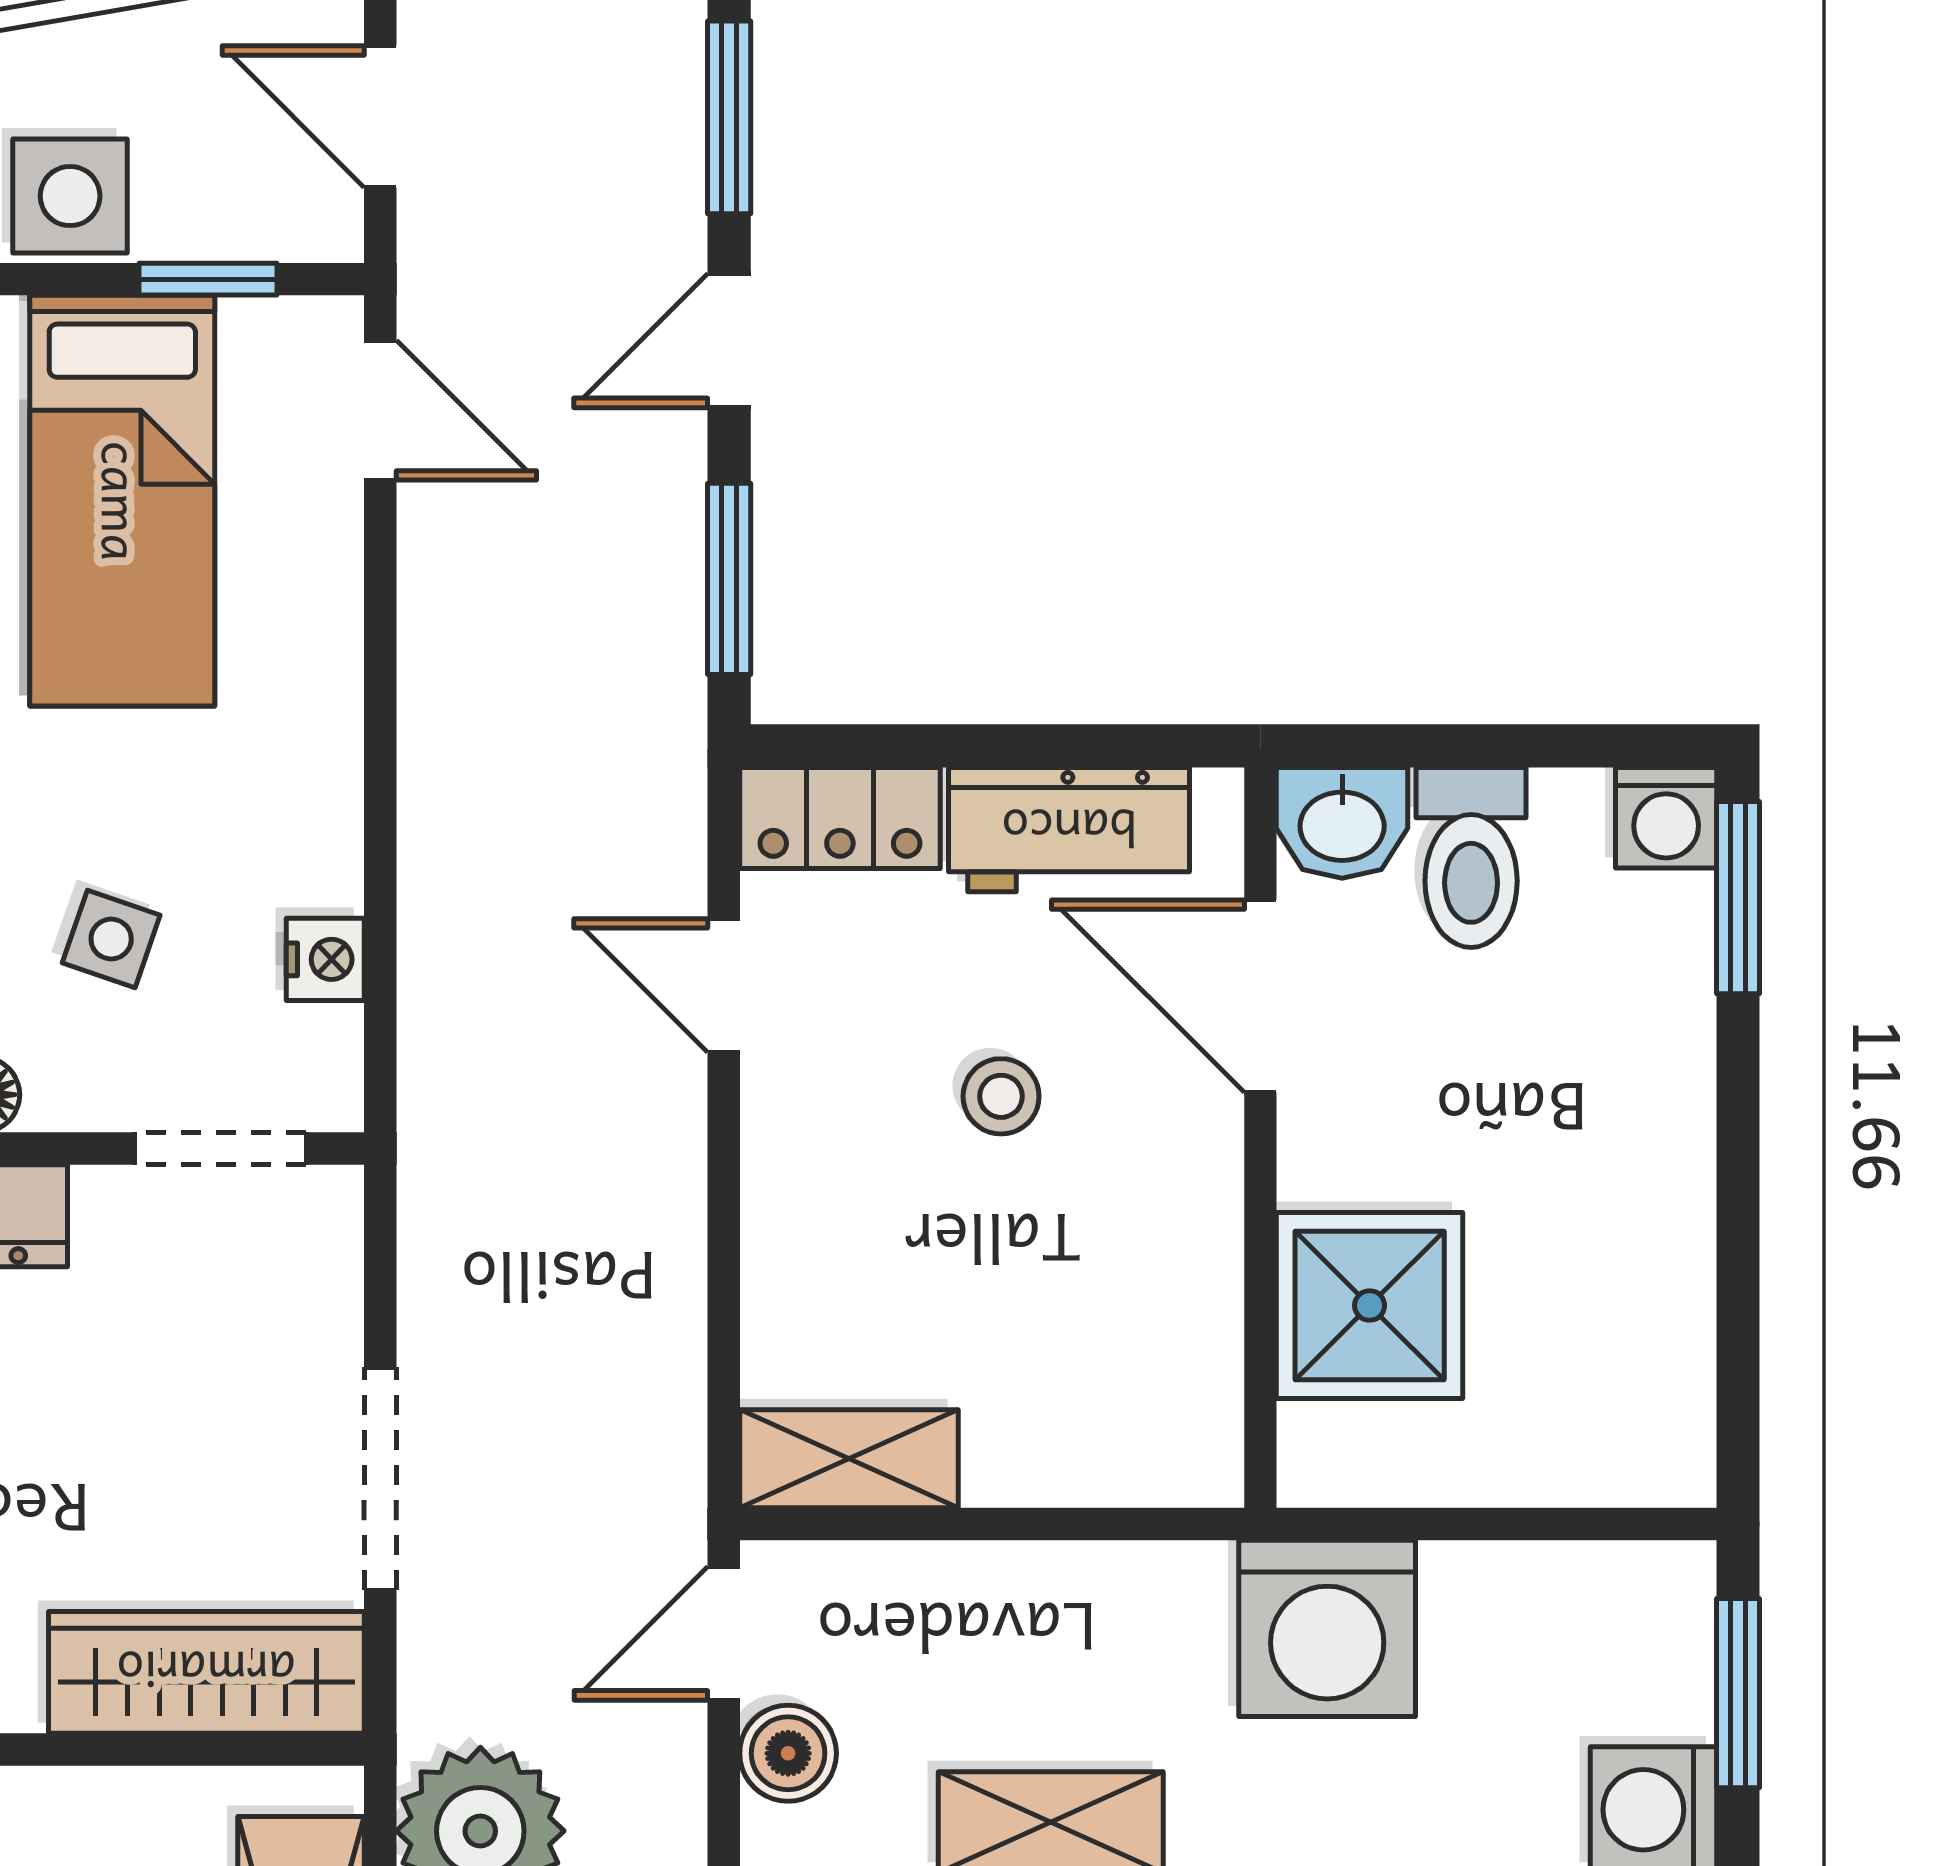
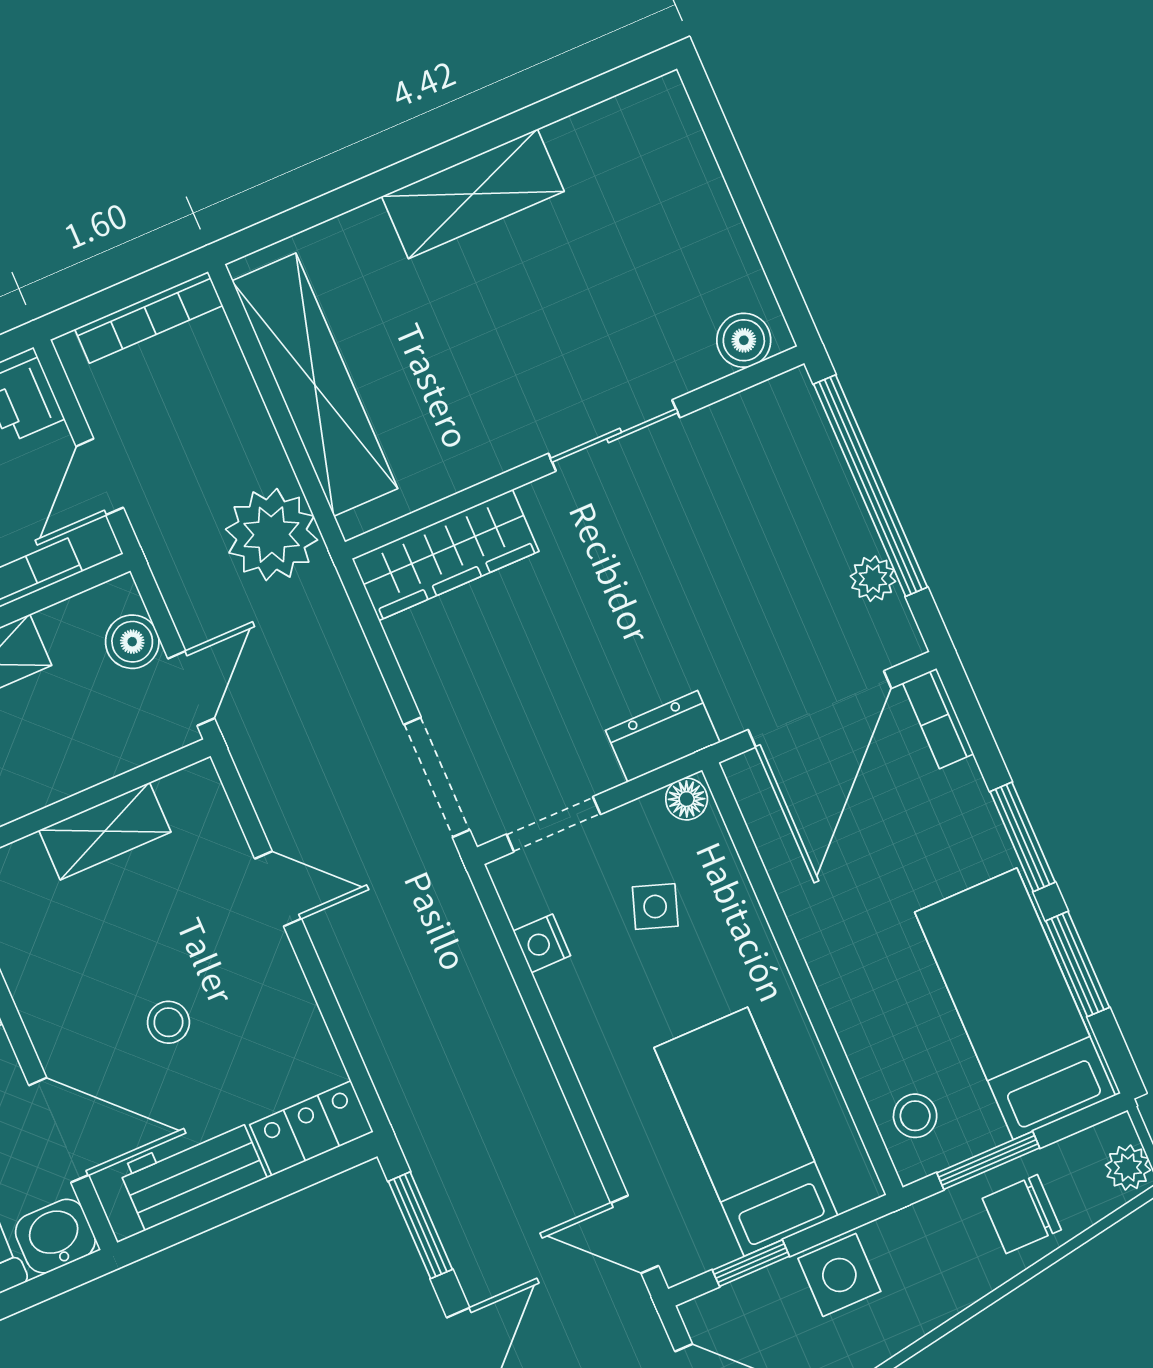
door: (724, 985) -> (278, 889), moved
shelving: (849, 1459) -> (105, 831), moved
doorway: (380, 1479) -> (437, 777), moved

